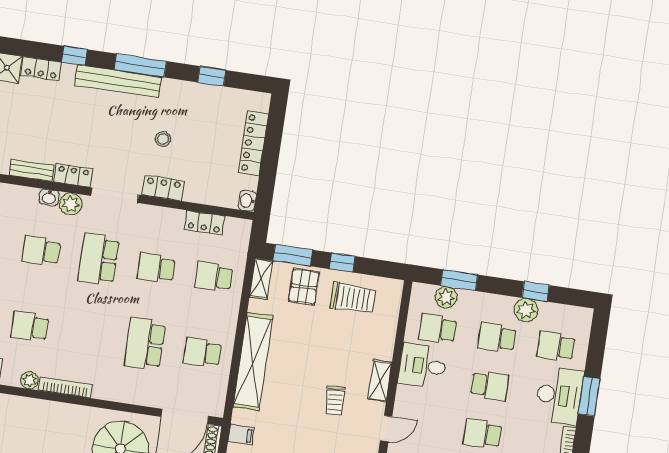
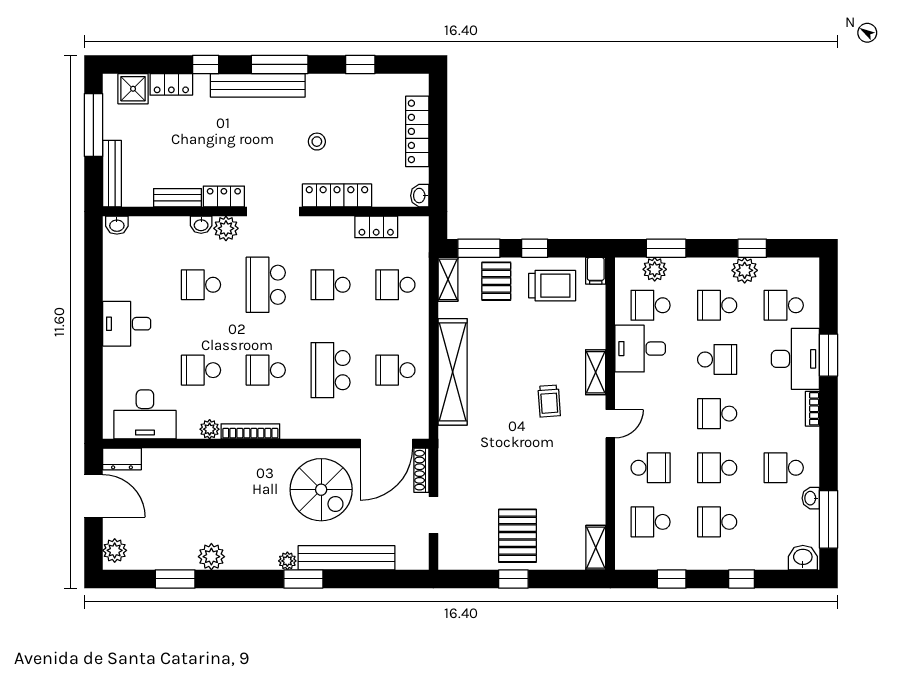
locker: (163, 188) -> (337, 195), width x1.53
school desk: (87, 335) -> (266, 370), added
filing cabinet: (241, 435) -> (596, 271), moved, turned 90

